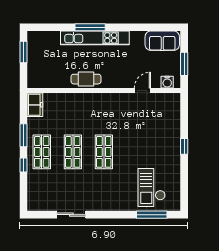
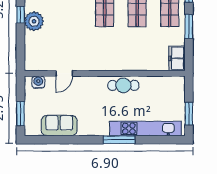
kitchen unit: (95, 38) -> (145, 128), moved
sofa: (162, 41) -> (59, 126), moved
window: (184, 64) -> (20, 114), moved
plant: (171, 140) -> (34, 21), added

